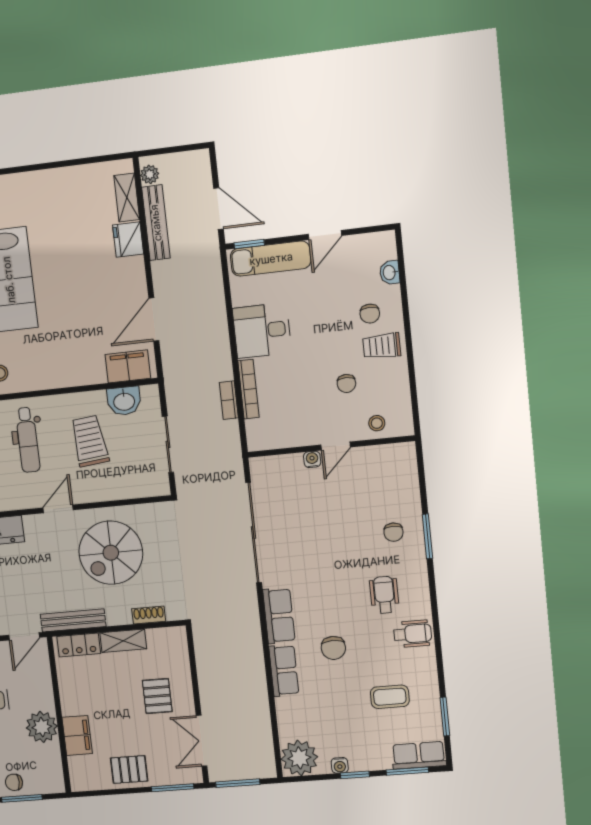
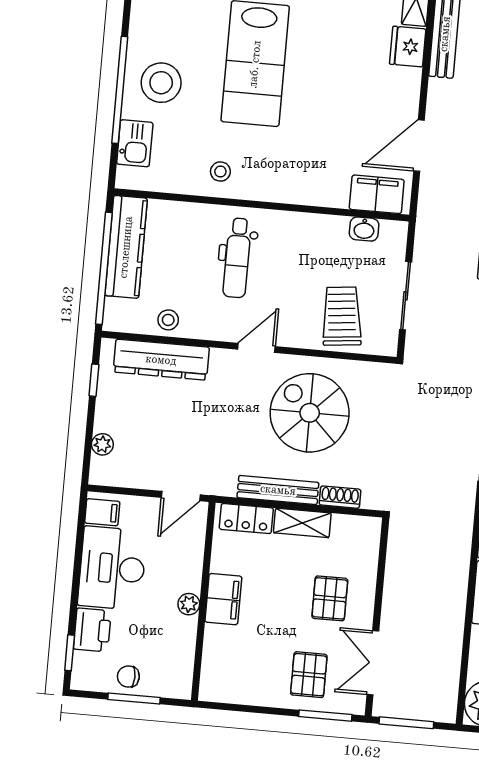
washbasin: (124, 401) -> (364, 229), width x0.72, depth x0.69
trolley: (90, 441) -> (342, 316), moved
spiral stairs: (111, 553) -> (310, 413), turned 90
bench: (73, 620) -> (278, 490), moved
plant: (42, 727) -> (189, 604), width x0.53, depth x0.53
filing cabinet: (77, 735) -> (223, 599), moved
pallet: (129, 770) -> (309, 675), moved, turned 90

